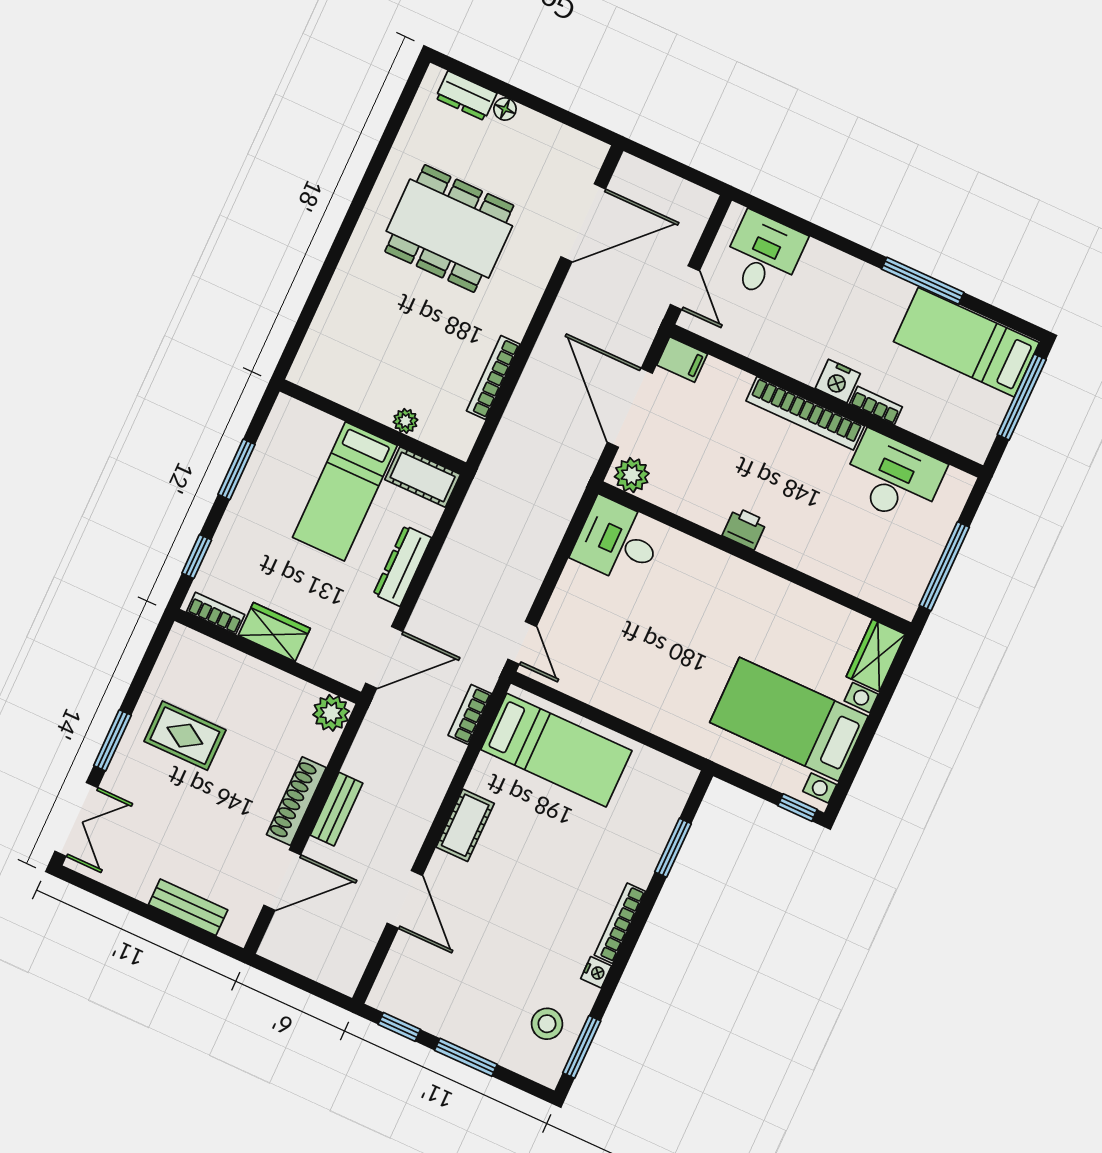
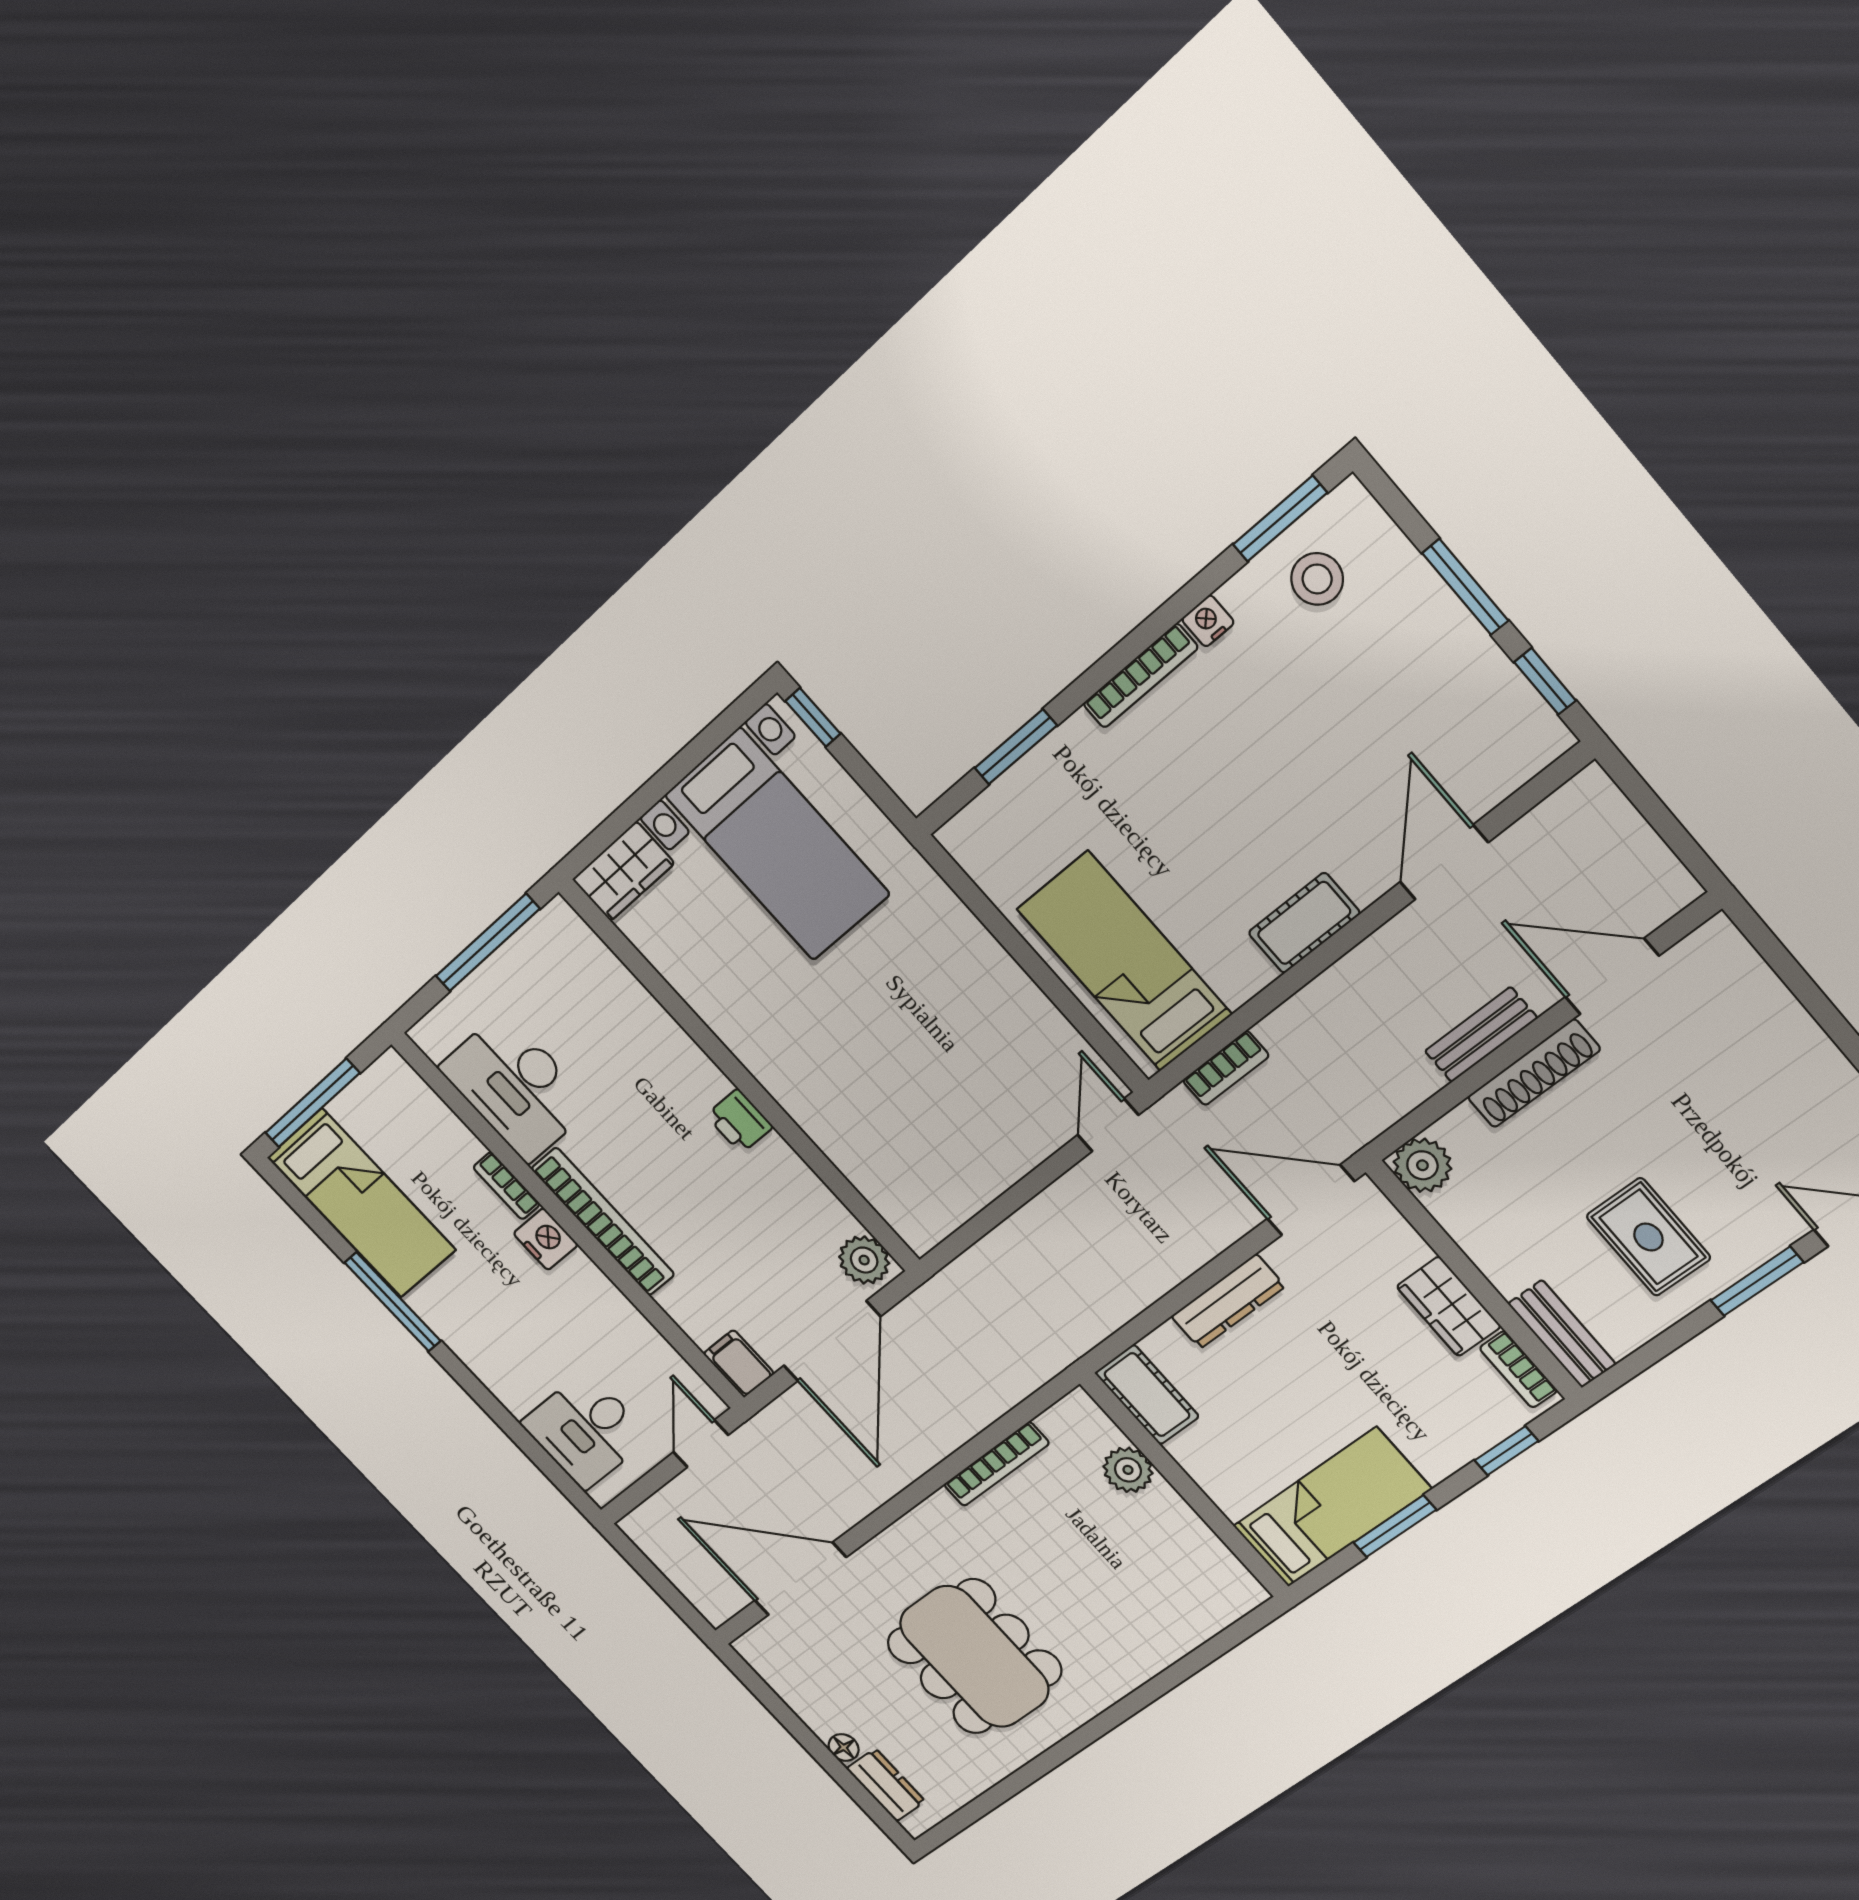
plant: (405, 421) -> (1128, 1470), width x1.38, depth x1.38
bed: (345, 491) -> (1332, 1508), moved
desk: (618, 541) -> (918, 1189), removed
bench: (188, 907) -> (1562, 1334), moved

